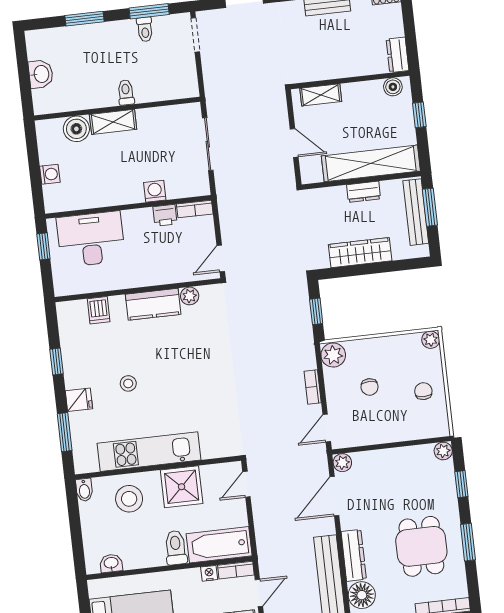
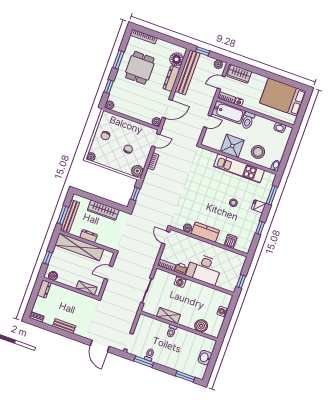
window: (85, 19) -> (185, 377), moved
shelving: (113, 122) -> (168, 316), moved
door: (294, 143) -> (109, 273), hinge flipped
desk: (91, 239) -> (204, 269), moved
door: (221, 258) -> (166, 238), swing flipped
door: (246, 484) -> (207, 121), moved

